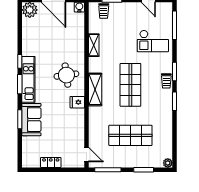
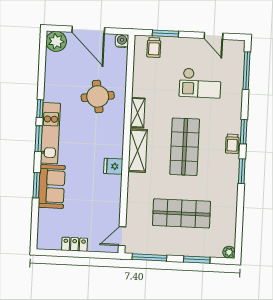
checkout: (153, 41) -> (200, 83), moved
shelving: (94, 45) -> (138, 113), moved
round table: (66, 75) -> (98, 96), moved
door: (86, 155) -> (122, 236), swing flipped

